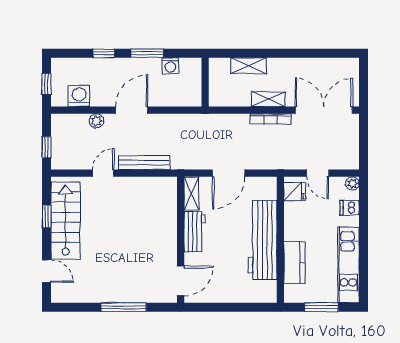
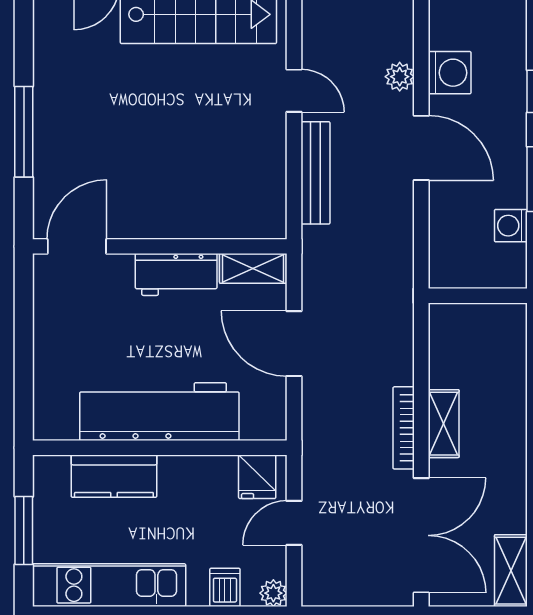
shelving: (249, 66) -> (511, 571), moved
washing machine: (79, 96) -> (450, 73), moved
door: (181, 281) -> (77, 246), swing flipped

